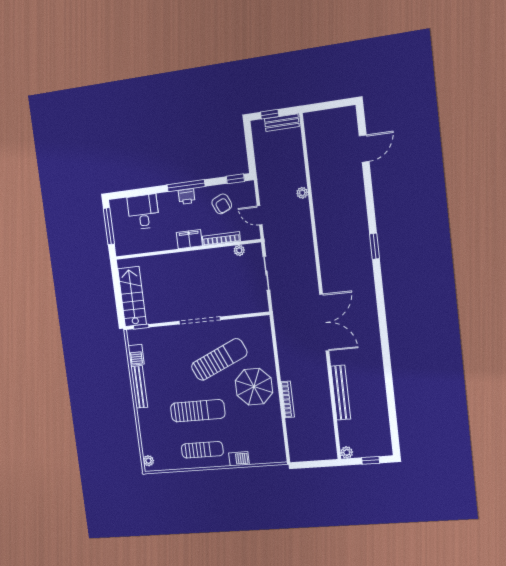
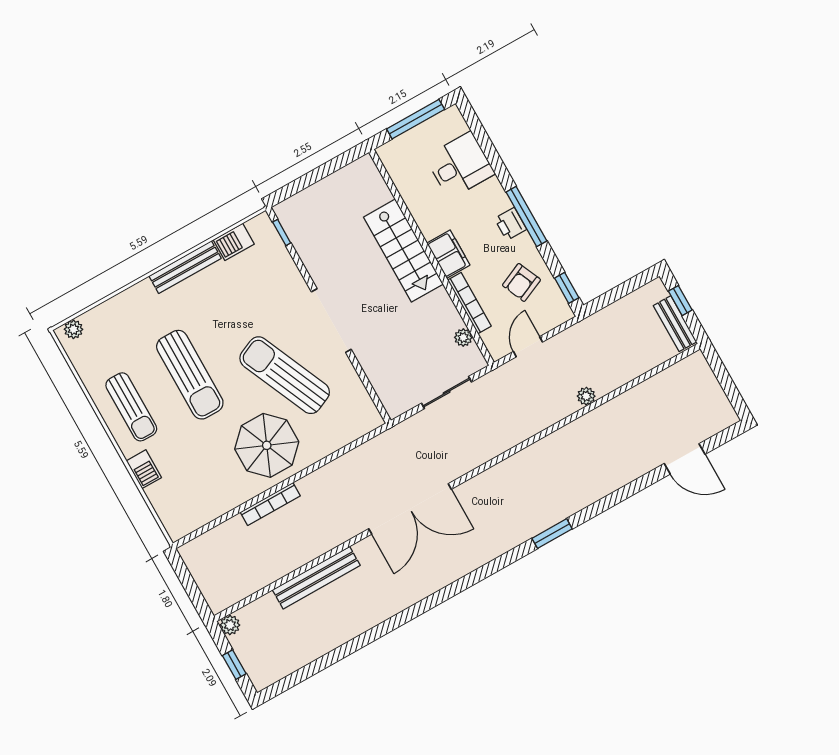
stairs: (132, 297) -> (403, 251), moved, turned 90
sun lounger: (219, 359) -> (285, 375), turned 180

